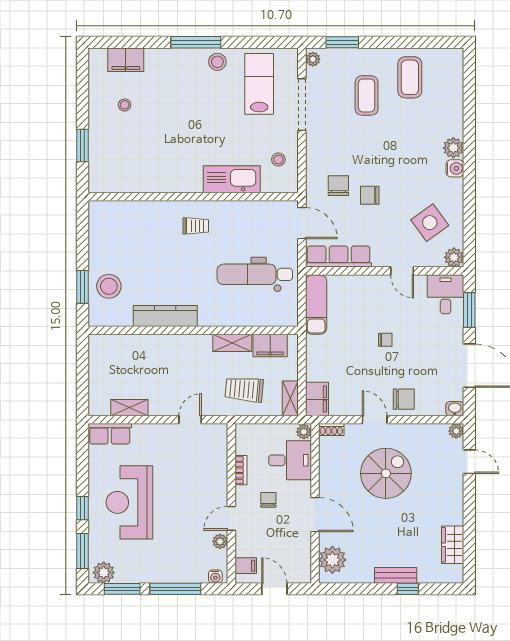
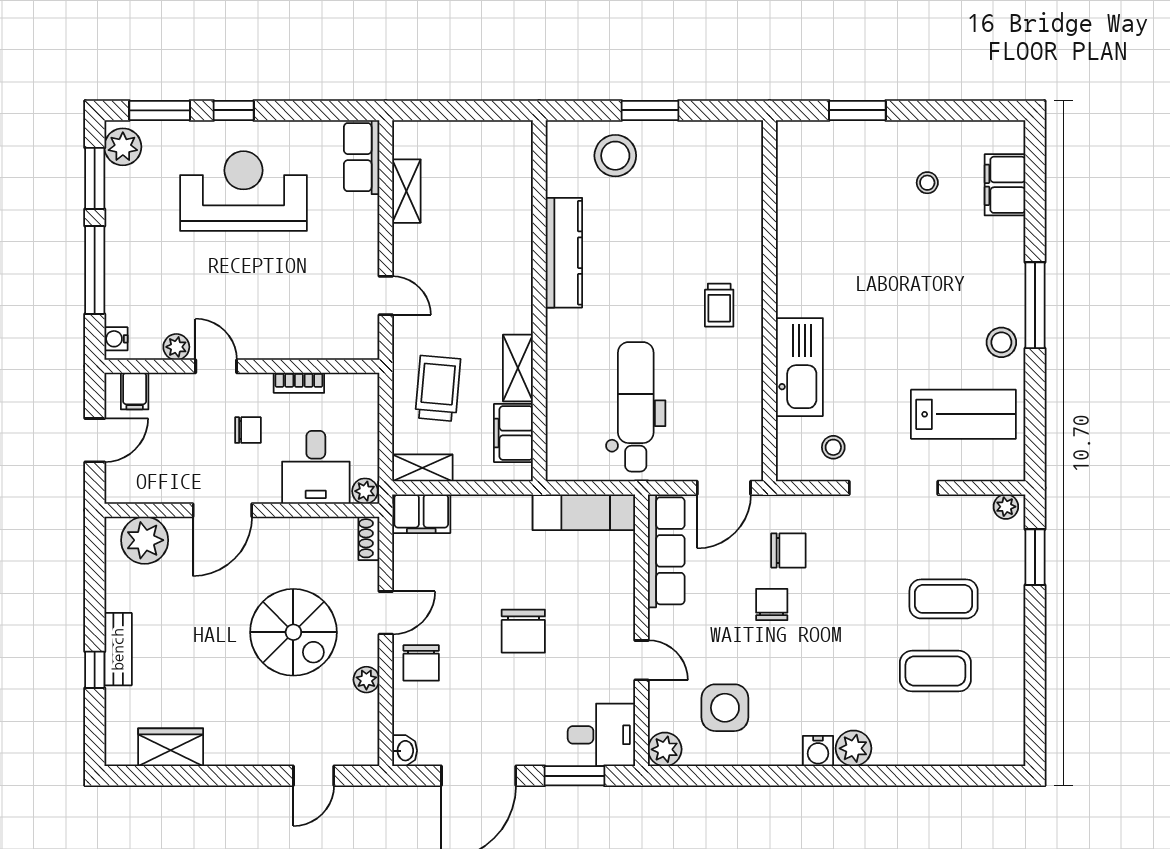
coffee table: (410, 77) -> (935, 671), moved
doorway: (302, 105) -> (893, 488), moved
side table: (430, 223) -> (725, 708), turned 36
door: (402, 271) -> (642, 660), swing flipped
window: (83, 287) -> (650, 110), moved
chair: (385, 340) -> (523, 631), width x1.87, depth x1.87
plant: (456, 431) -> (366, 680), moved

